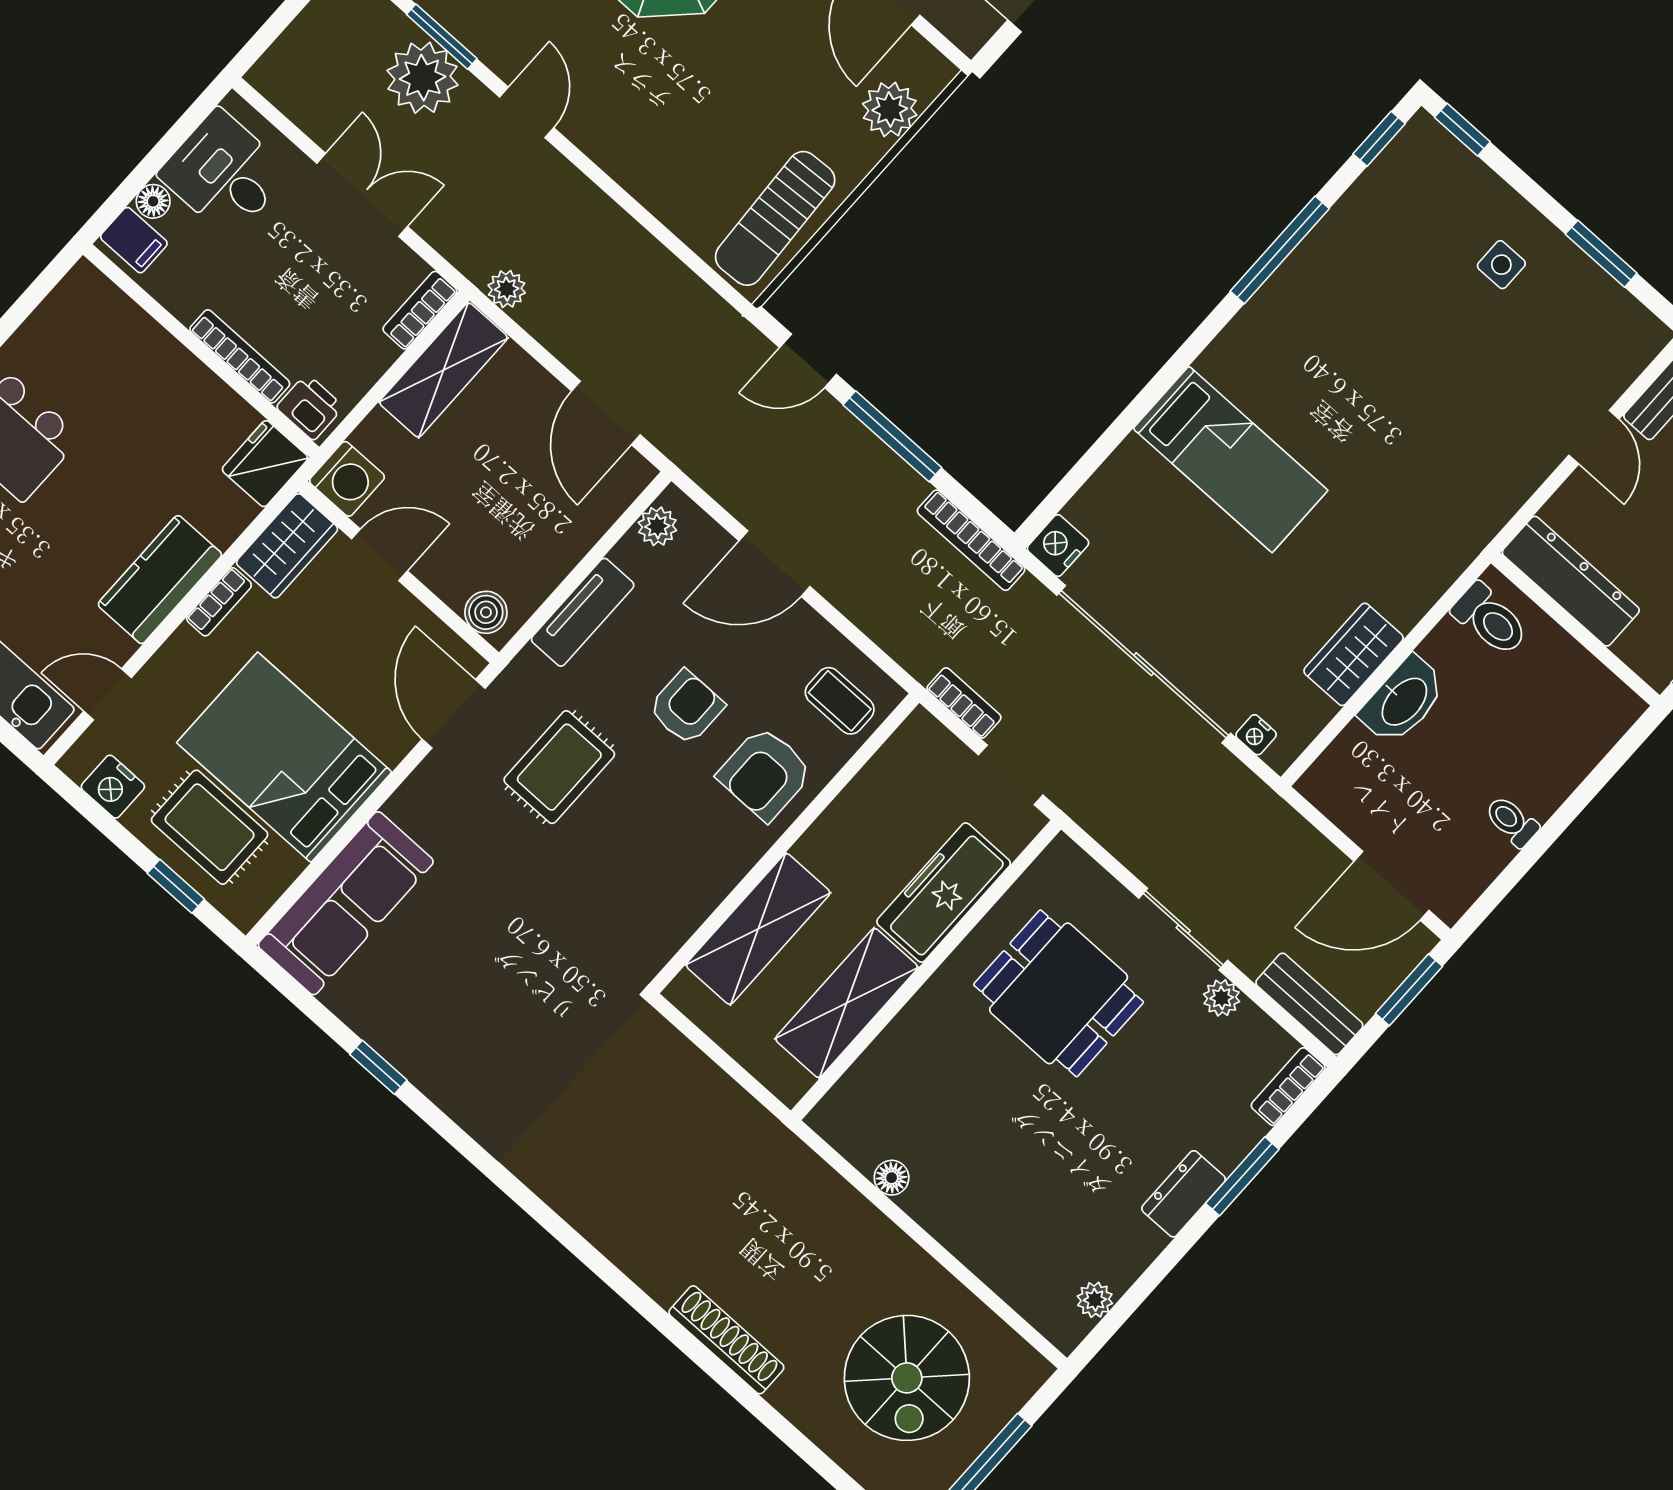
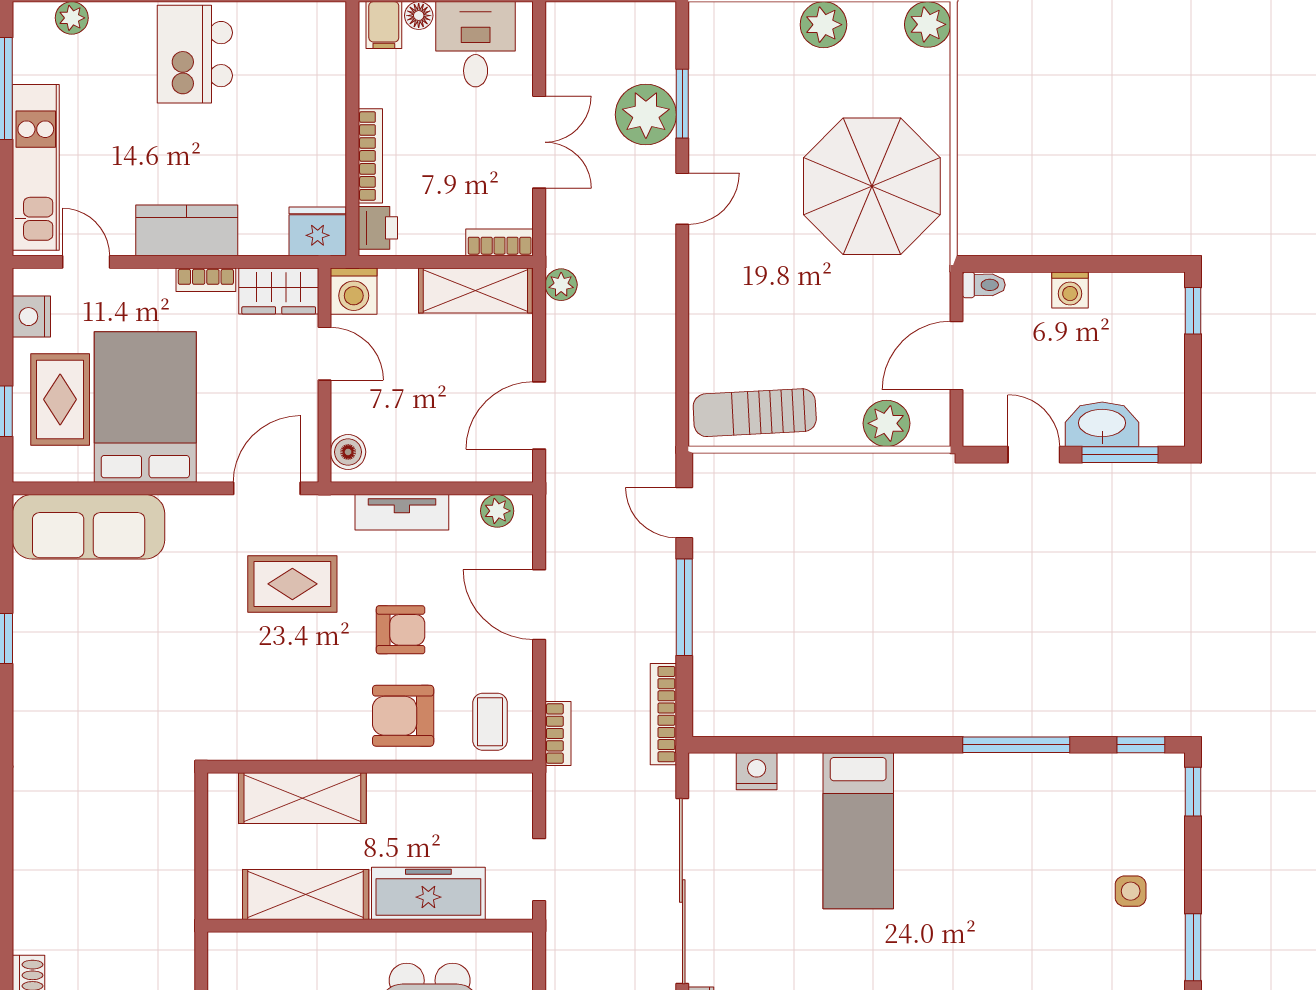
nightstand: (1058, 546) -> (757, 771), moved
bookcase: (964, 703) -> (558, 734), moved

